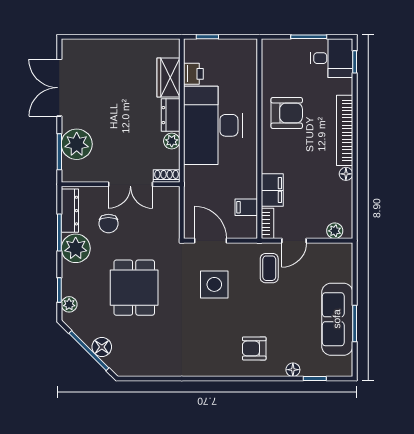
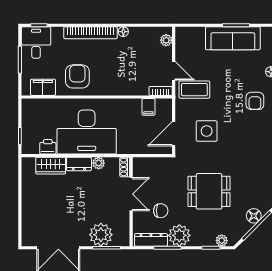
filing cabinet: (272, 190) -> (43, 87), moved
coffee table: (269, 268) -> (194, 90), width x1.36, depth x1.30

